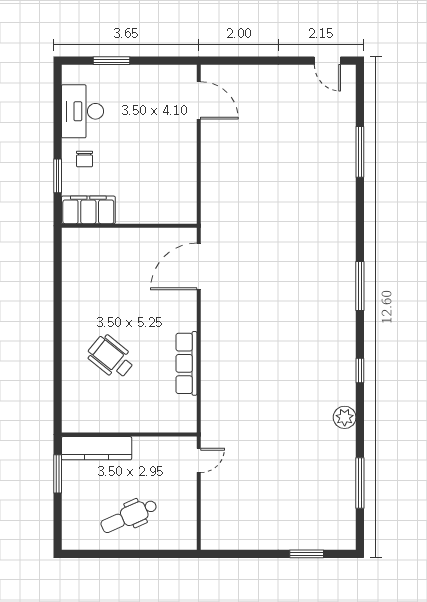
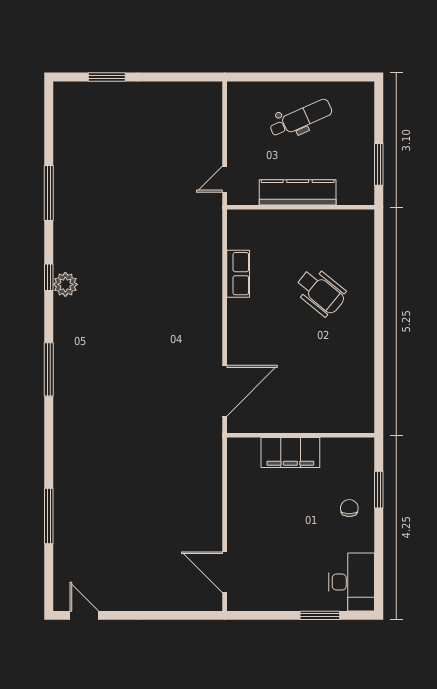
desk: (82, 111) -> (352, 582), moved
filing cabinet: (88, 210) -> (290, 453), moved
row of seats: (186, 363) -> (238, 274), width x0.68
plant: (345, 417) -> (65, 284), moved
kitchen counter: (97, 448) -> (298, 192), moved
window: (360, 483) -> (49, 193), moved

